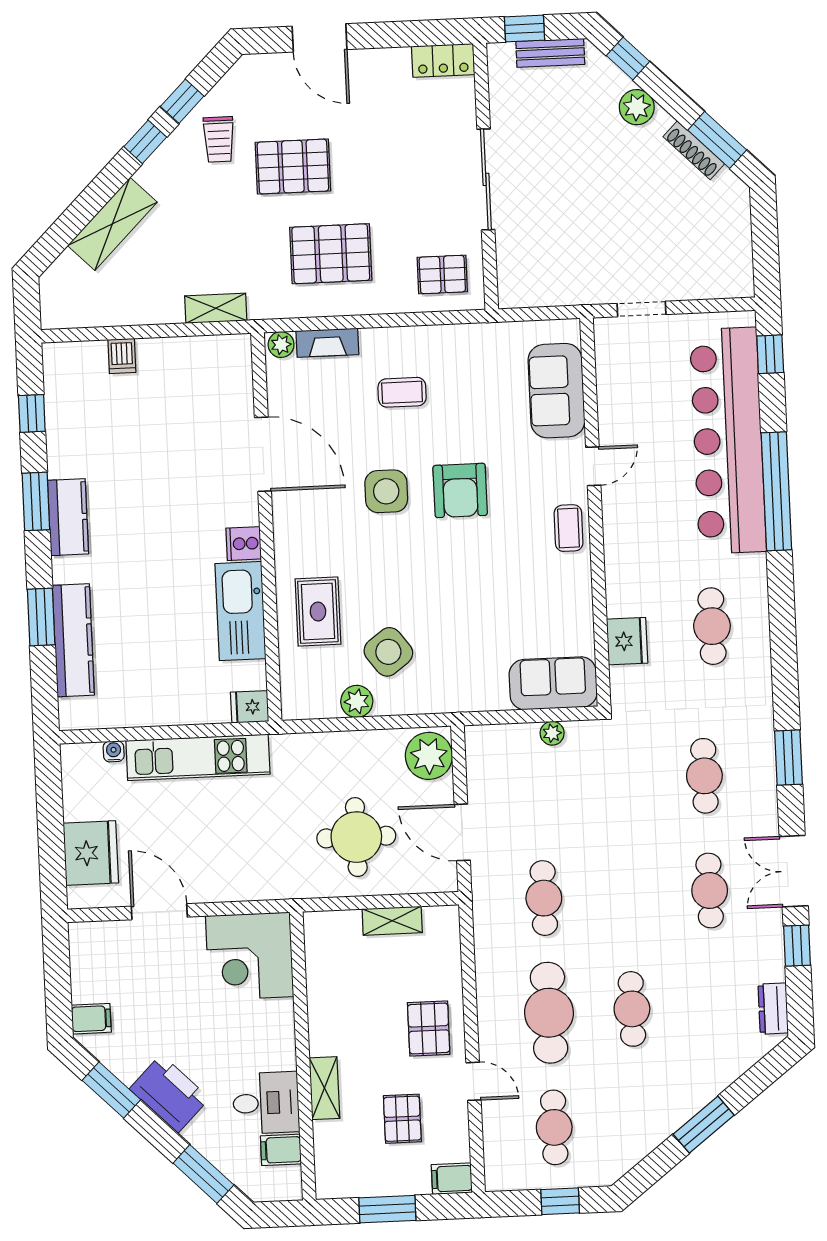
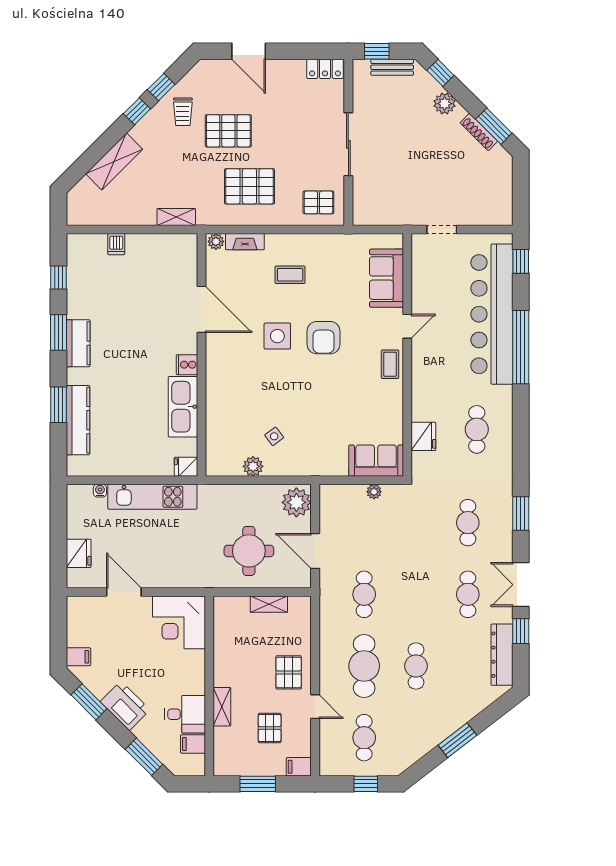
rug: (318, 612) -> (231, 409), removed
side table: (388, 652) -> (274, 436), width x0.54, depth x0.54
fridge: (91, 853) -> (79, 553), width x0.73, depth x0.75
dresser: (773, 1009) -> (502, 655), width x1.96, depth x1.24

